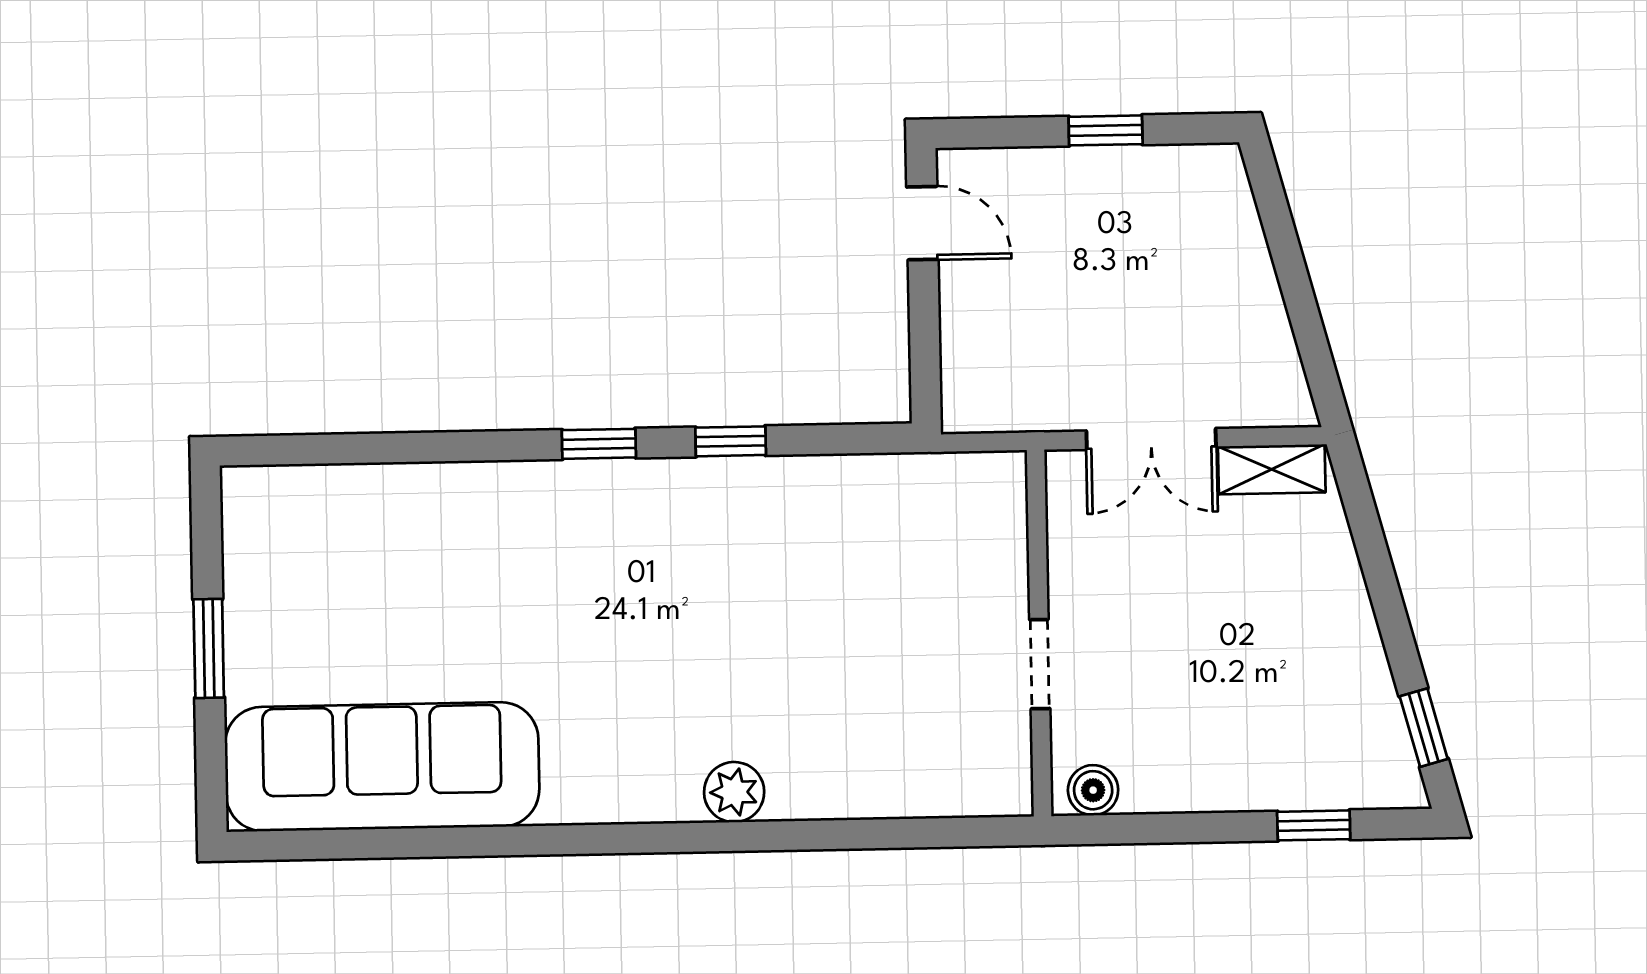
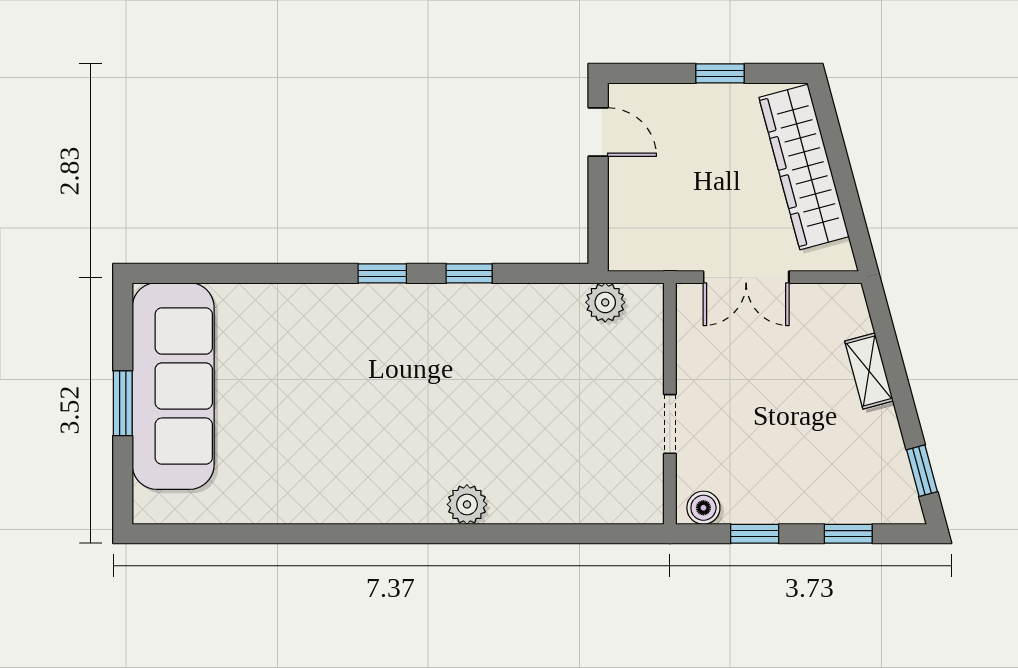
wardrobe: (1236, 270) -> (804, 167), added
shelving: (1272, 469) -> (869, 371), moved, turned 75
plant: (938, 481) -> (605, 302), added
sofa: (382, 767) -> (173, 386), moved, turned 90
window: (1171, 828) -> (755, 534), added

